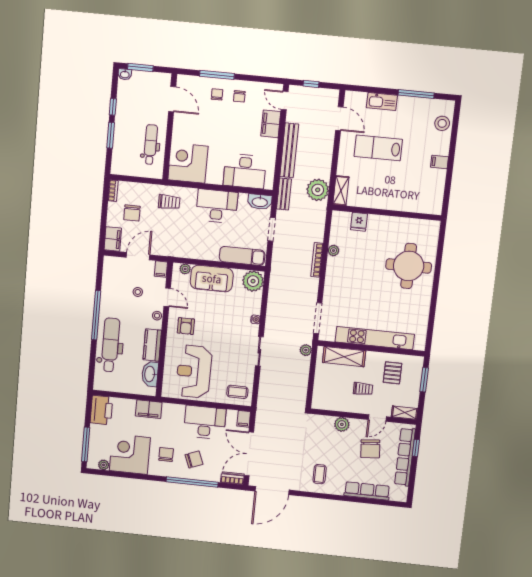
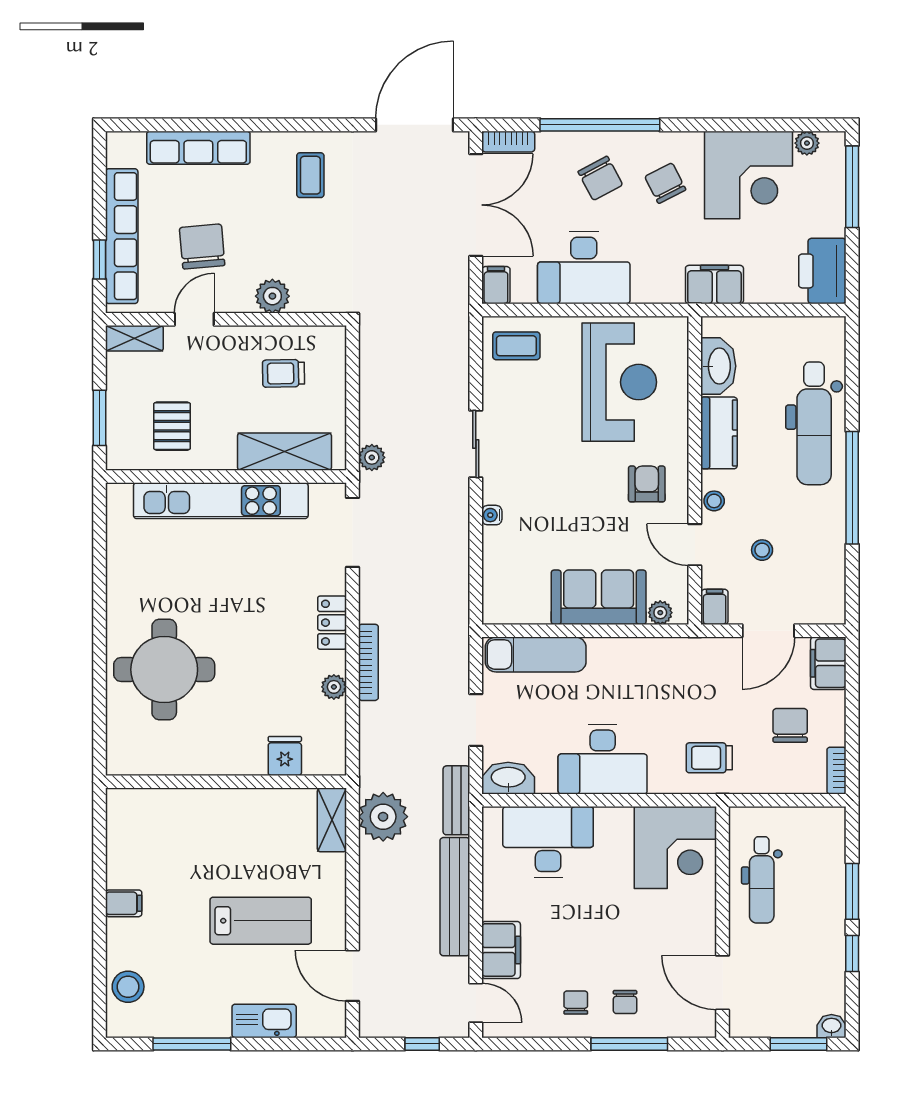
locker: (331, 279) -> (332, 623), added
plant: (253, 281) -> (506, 601), removed
trolley: (363, 389) -> (283, 373), moved
chair: (166, 454) -> (665, 183), turned 153
chair: (194, 460) -> (600, 178), turned -97

